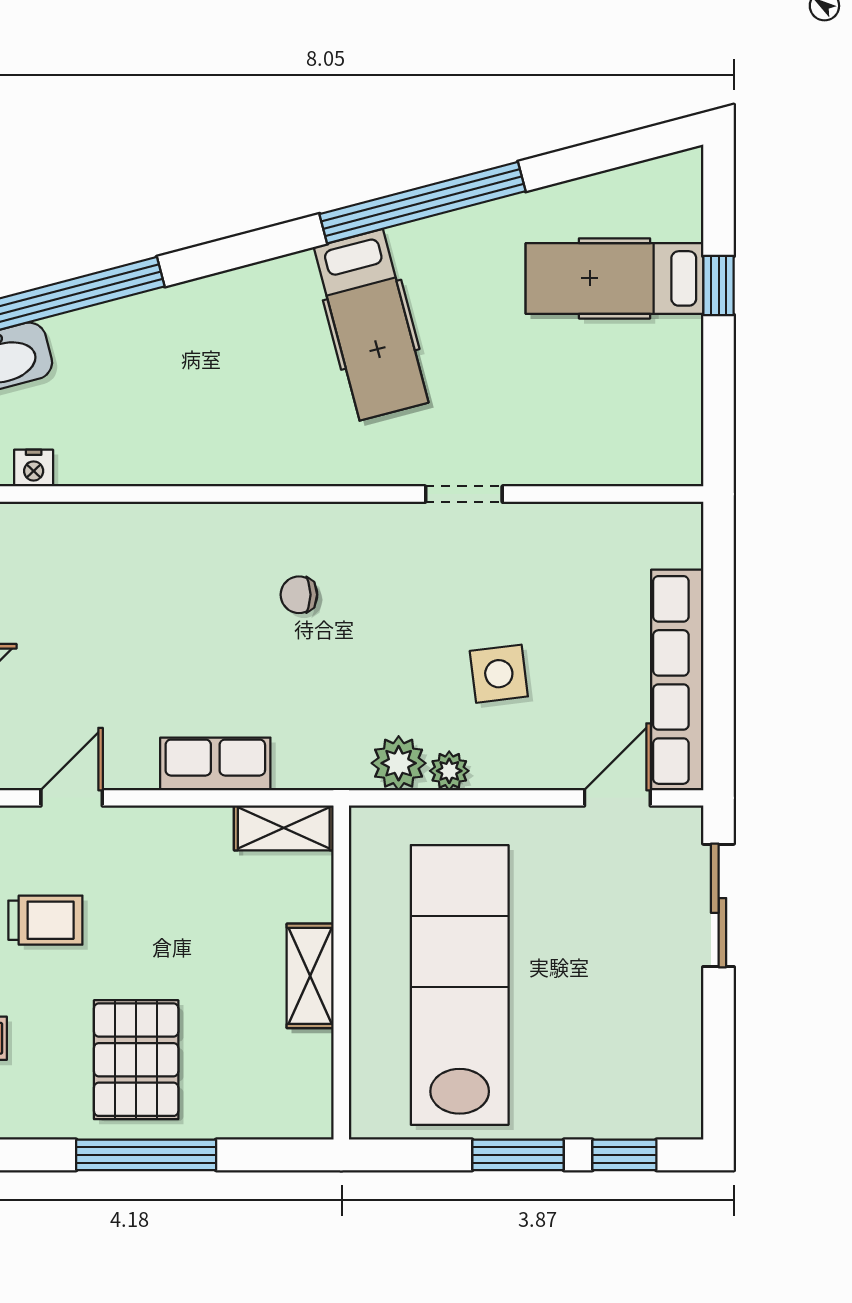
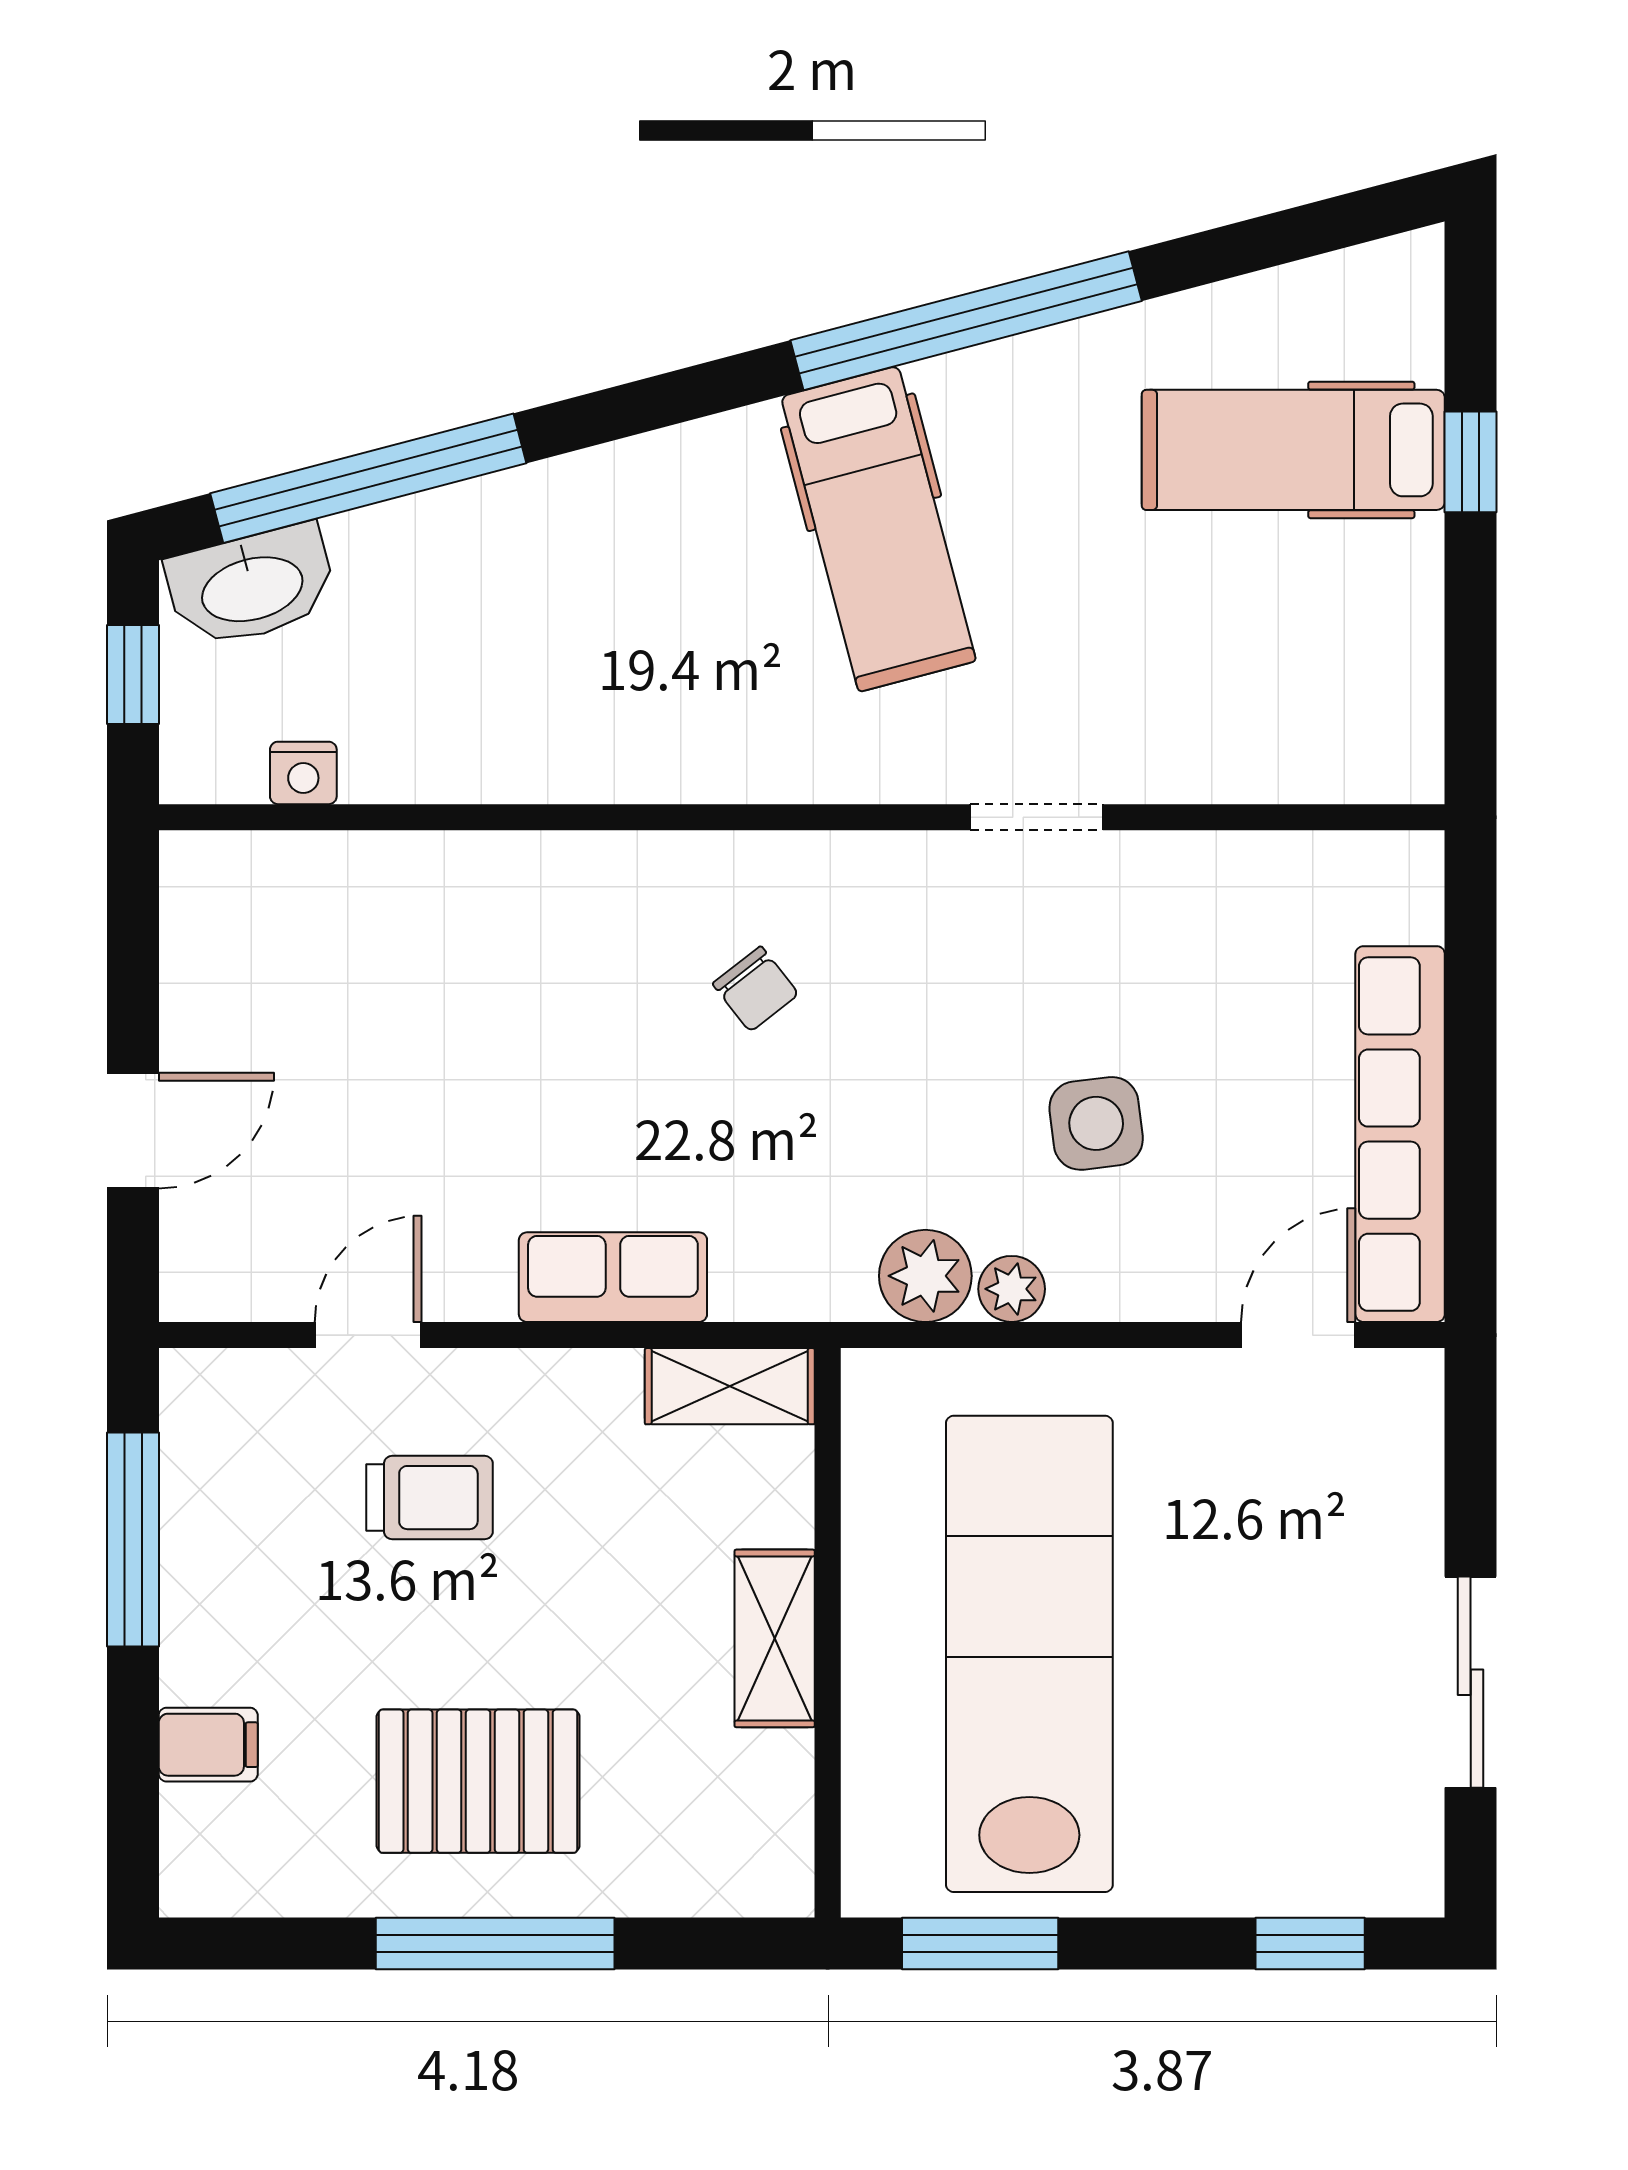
chair: (299, 595) -> (756, 989), turned -128
sliding door: (719, 905) -> (1471, 1682), moved
trolley: (45, 920) -> (430, 1498), moved
pallet: (136, 1060) -> (478, 1781), turned 90
window: (518, 1155) -> (980, 1943), moved

